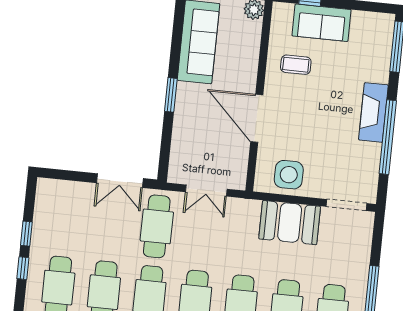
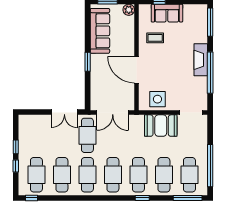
double door: (206, 190) -> (113, 113), width x1.37

